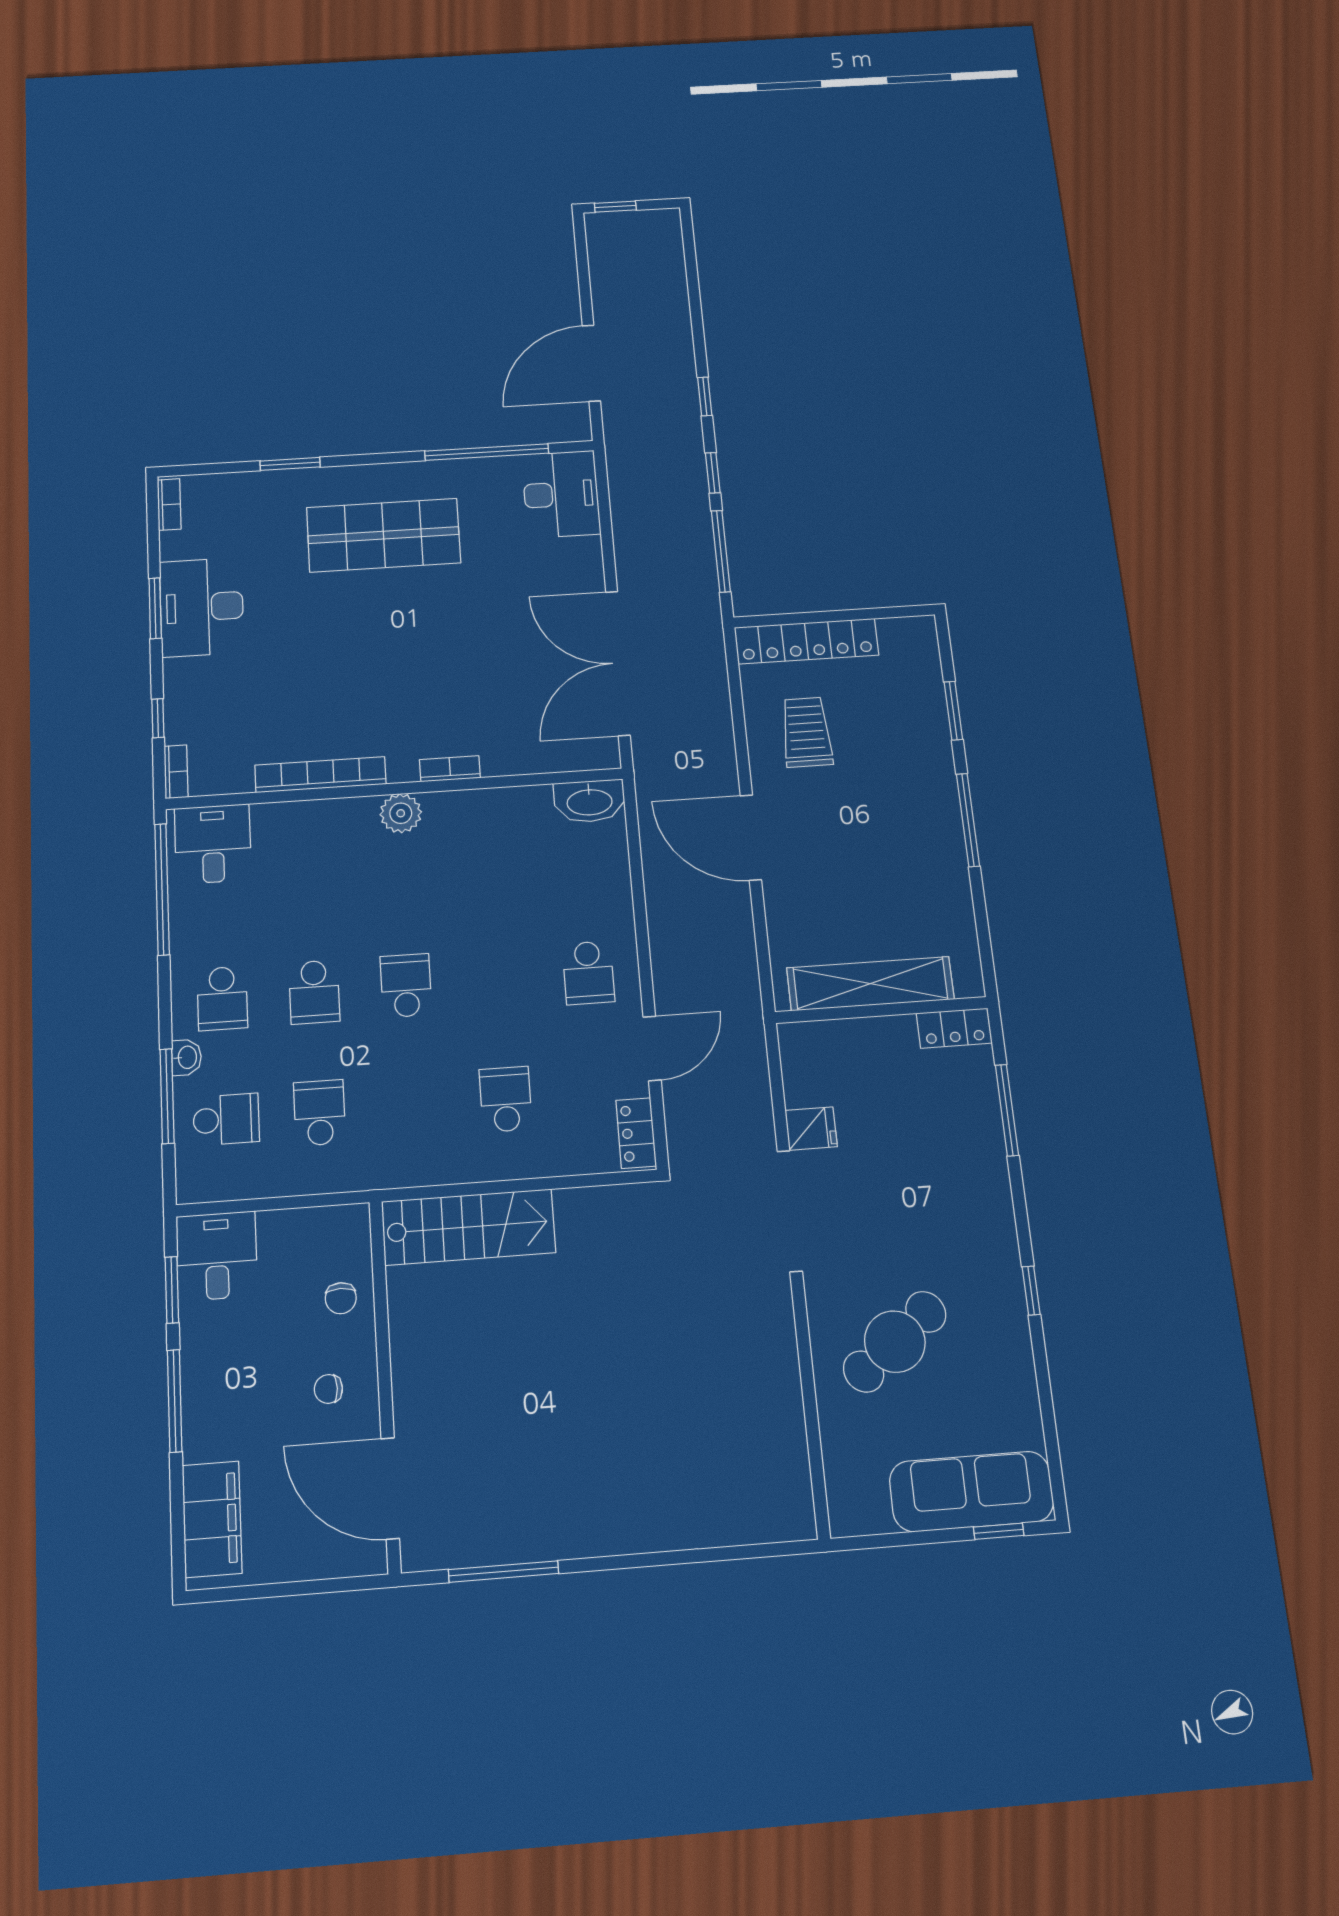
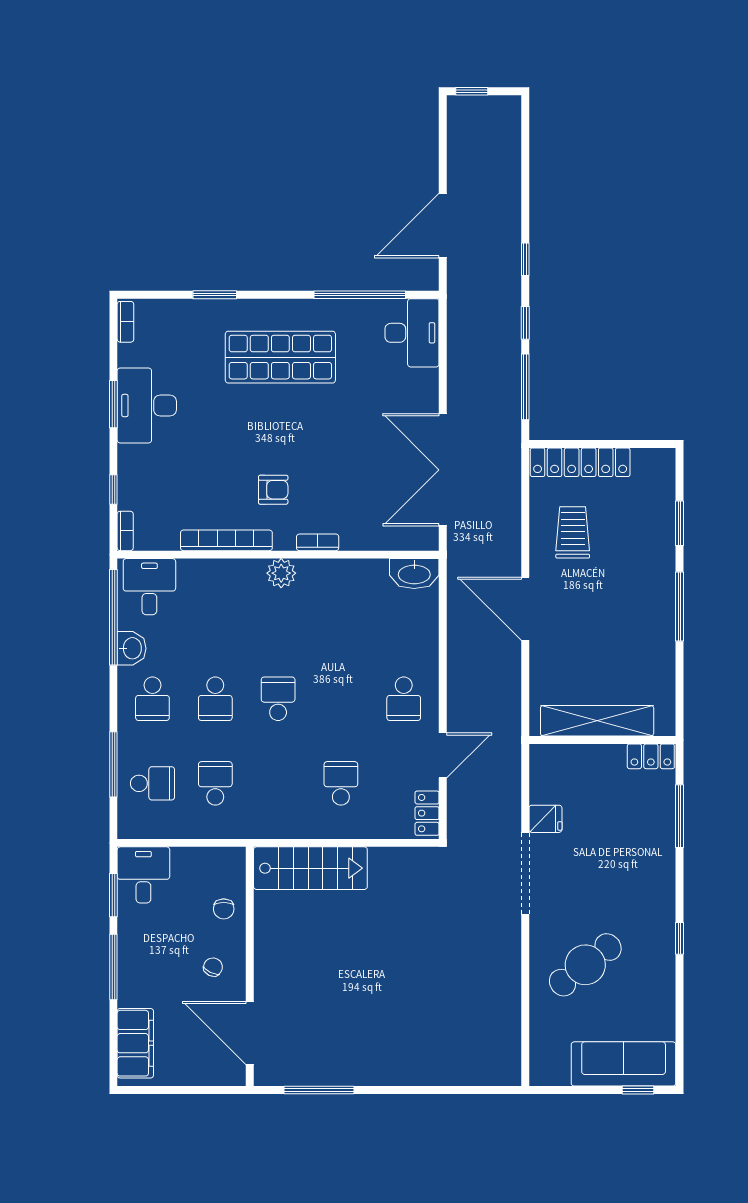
armchair: (383, 704) -> (273, 490), added
washbasin: (187, 1057) -> (132, 648), moved, width x1.38, depth x1.45
chair: (328, 1389) -> (213, 967), turned 116

